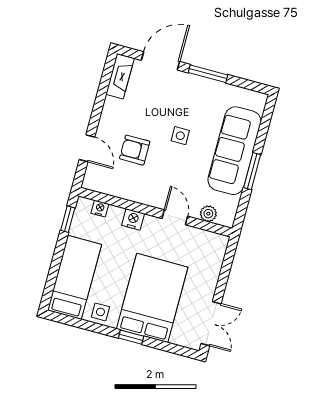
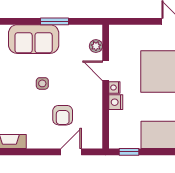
sofa: (235, 151) -> (34, 39), width x0.73
nightstand: (100, 208) -> (114, 88), moved
door: (175, 217) -> (106, 71), hinge flipped

